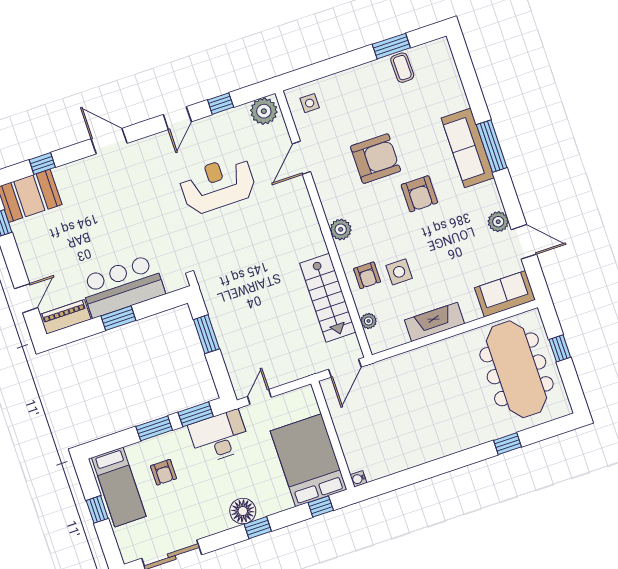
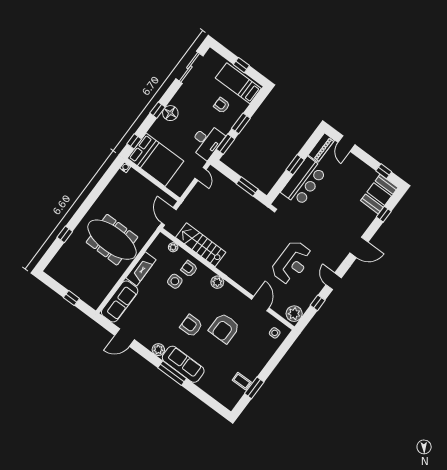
plant: (498, 222) -> (158, 350), moved
sofa: (505, 294) -> (120, 301), width x1.36
meeting table: (516, 369) -> (112, 240), moved

